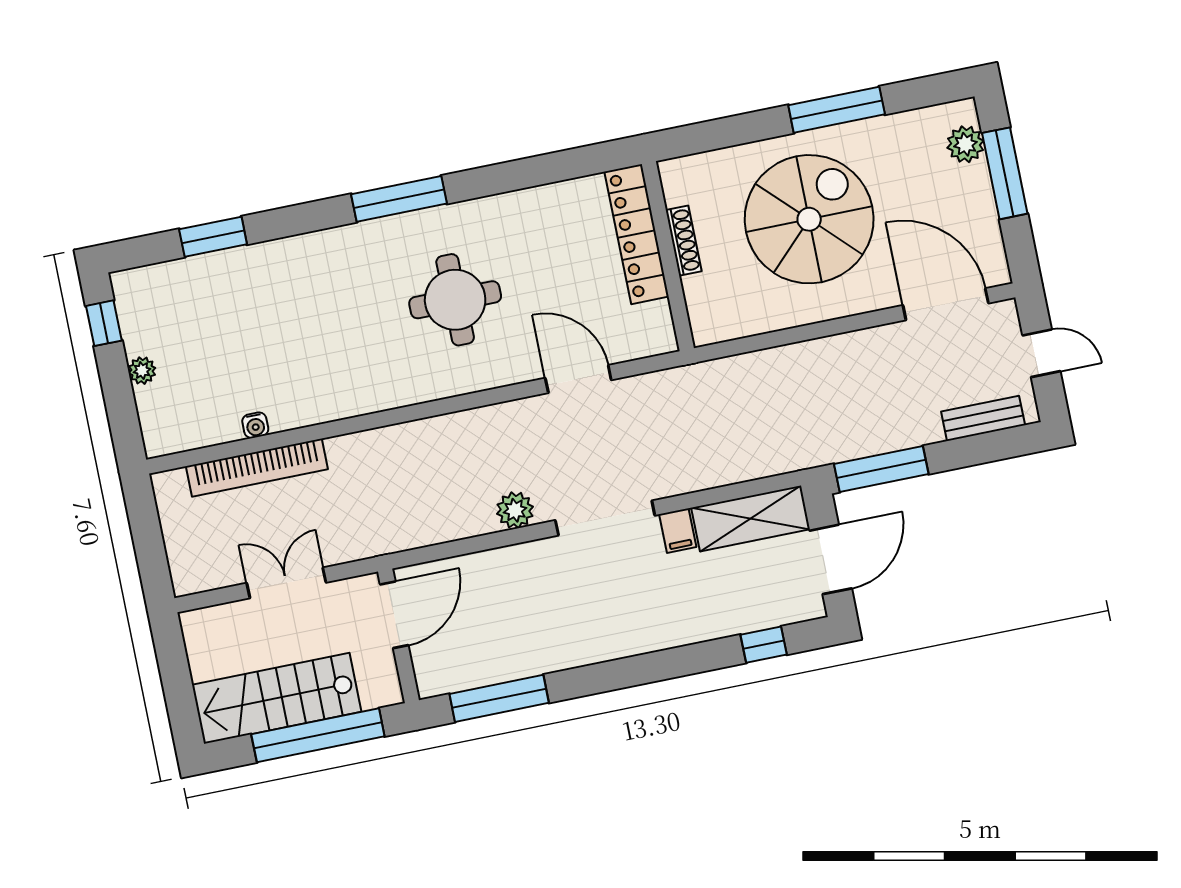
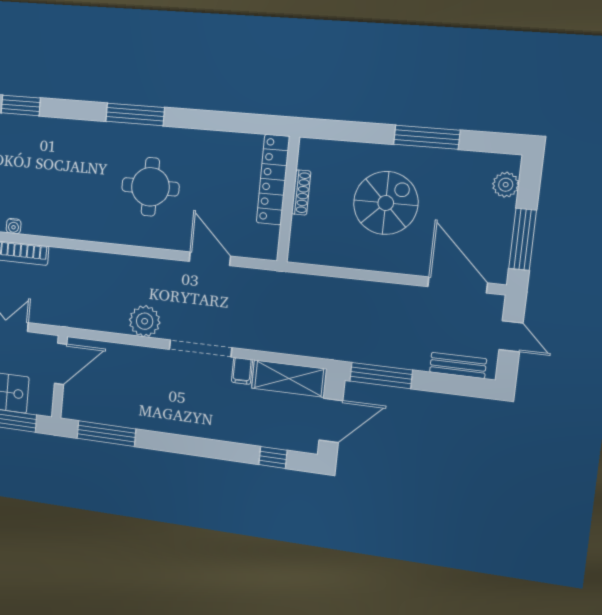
window: (1005, 173) -> (523, 239), moved
spiral stairs: (809, 219) -> (386, 203), width x0.73, depth x0.73
plant: (515, 510) -> (145, 321), width x1.36, depth x1.36

